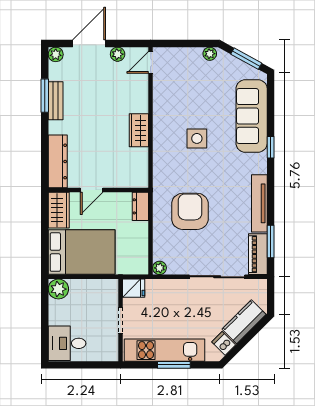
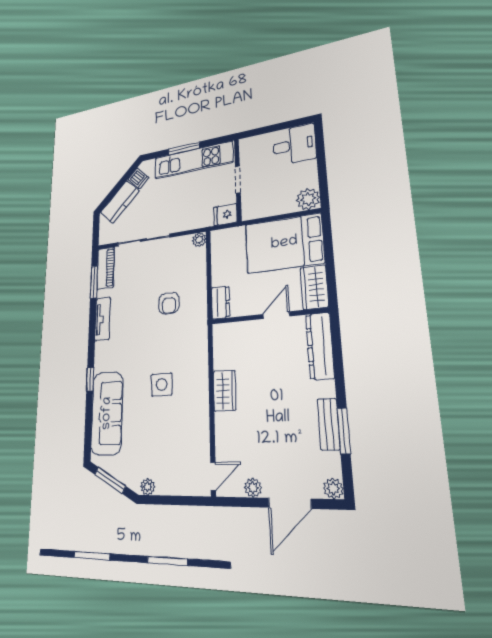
tv unit: (259, 203) -> (103, 319), width x0.71
armchair: (190, 211) -> (169, 303), width x0.53, depth x0.53

